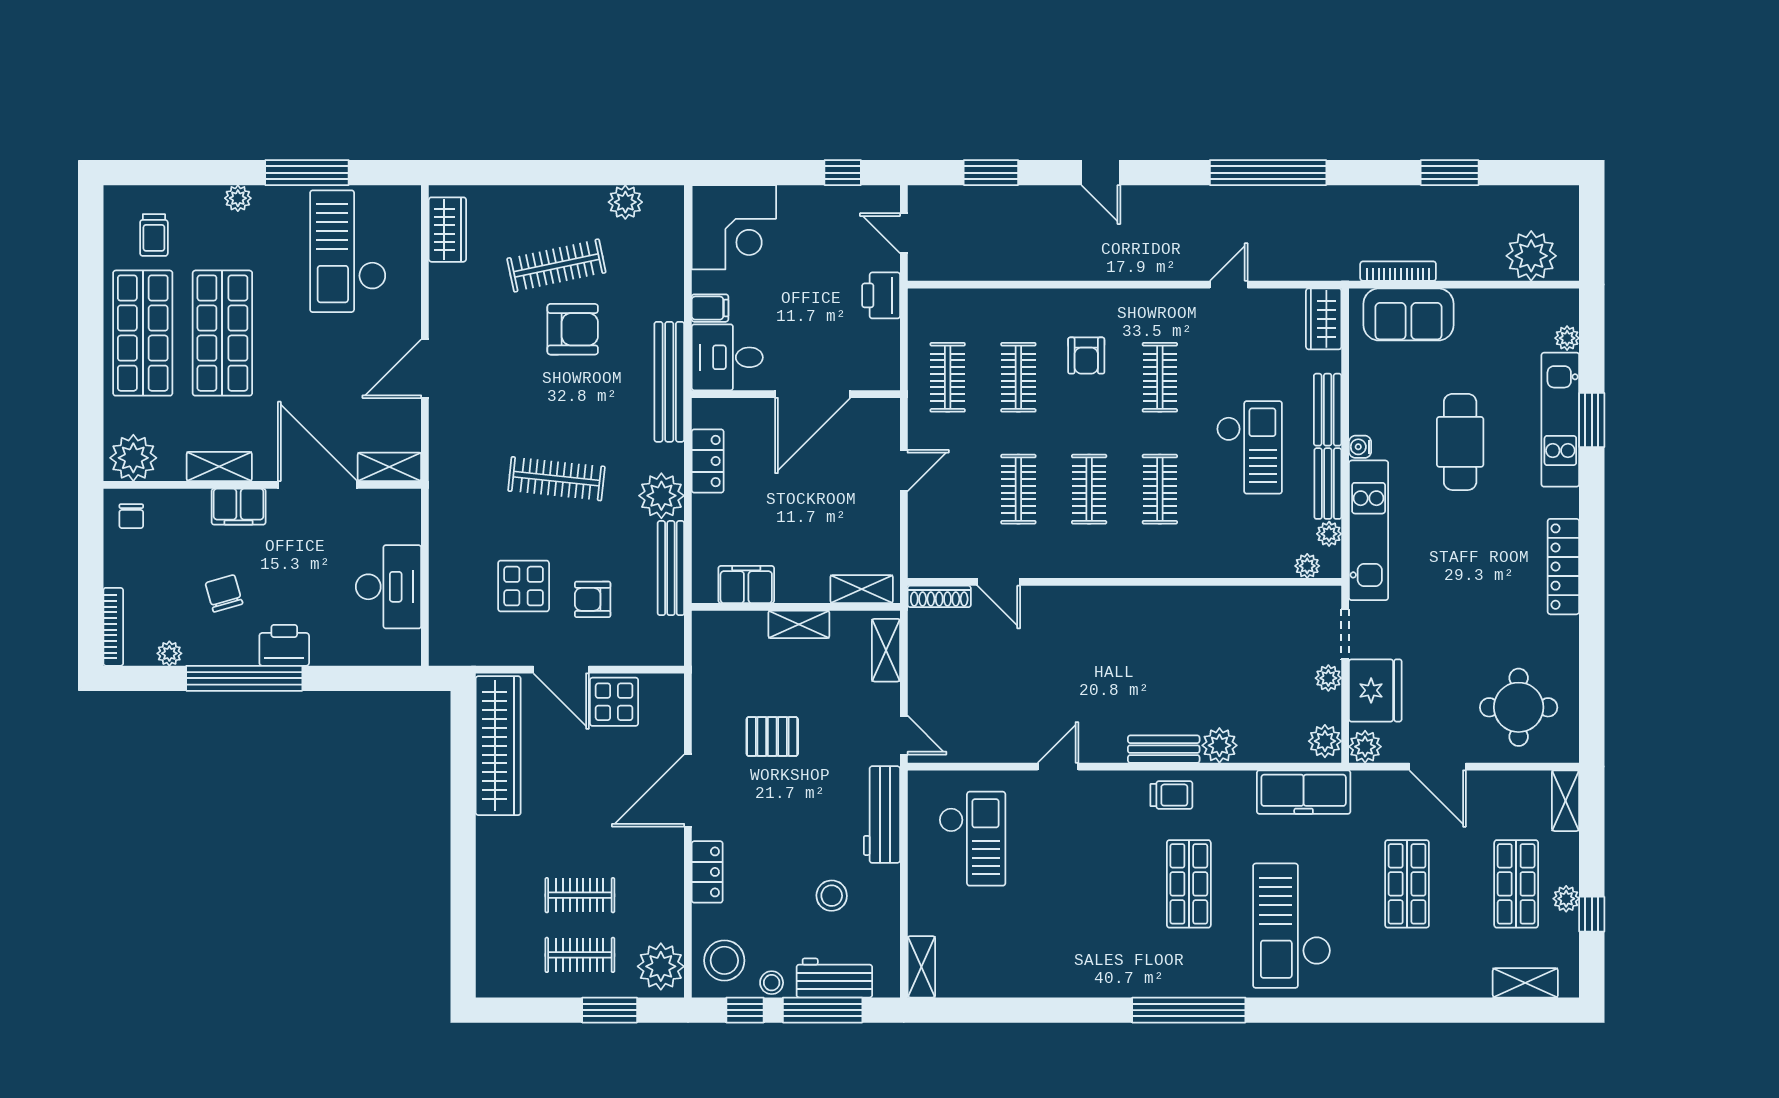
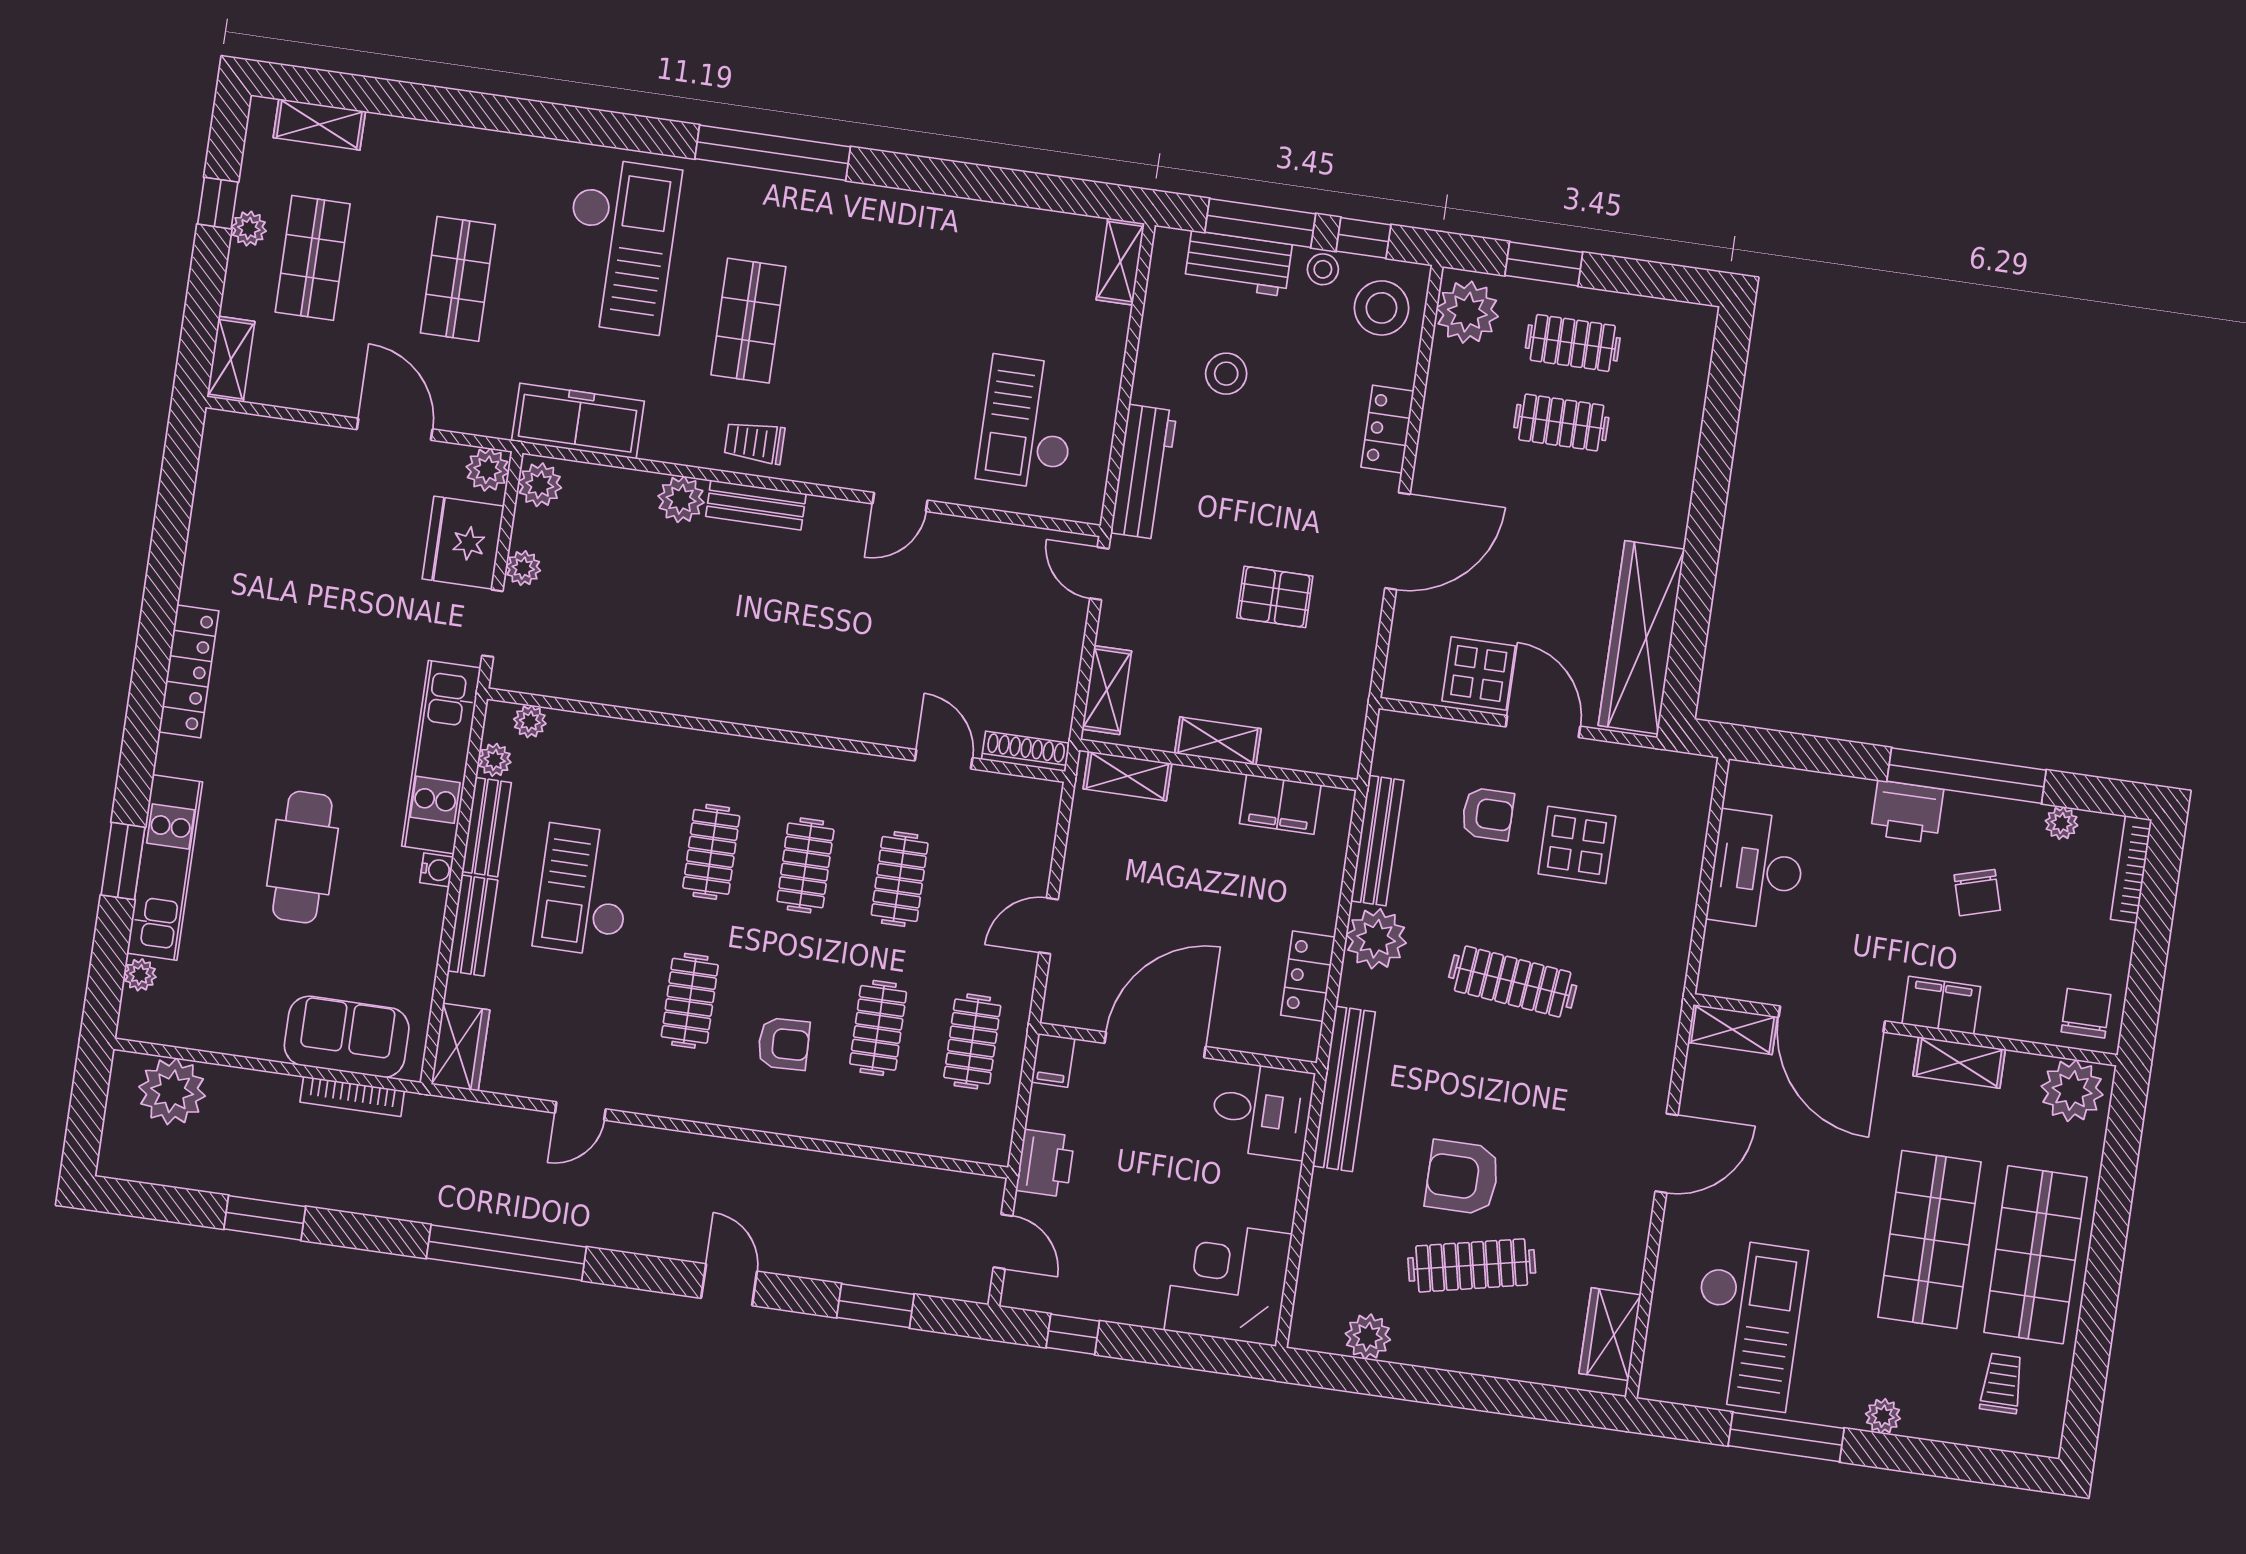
filing cabinet: (710, 308) -> (1053, 1060), moved, turned -90
armchair: (1086, 356) -> (784, 1044), turned 88
chair: (131, 516) -> (2086, 1013), width x1.37, depth x1.37
round table: (1519, 707) -> (275, 493), removed

